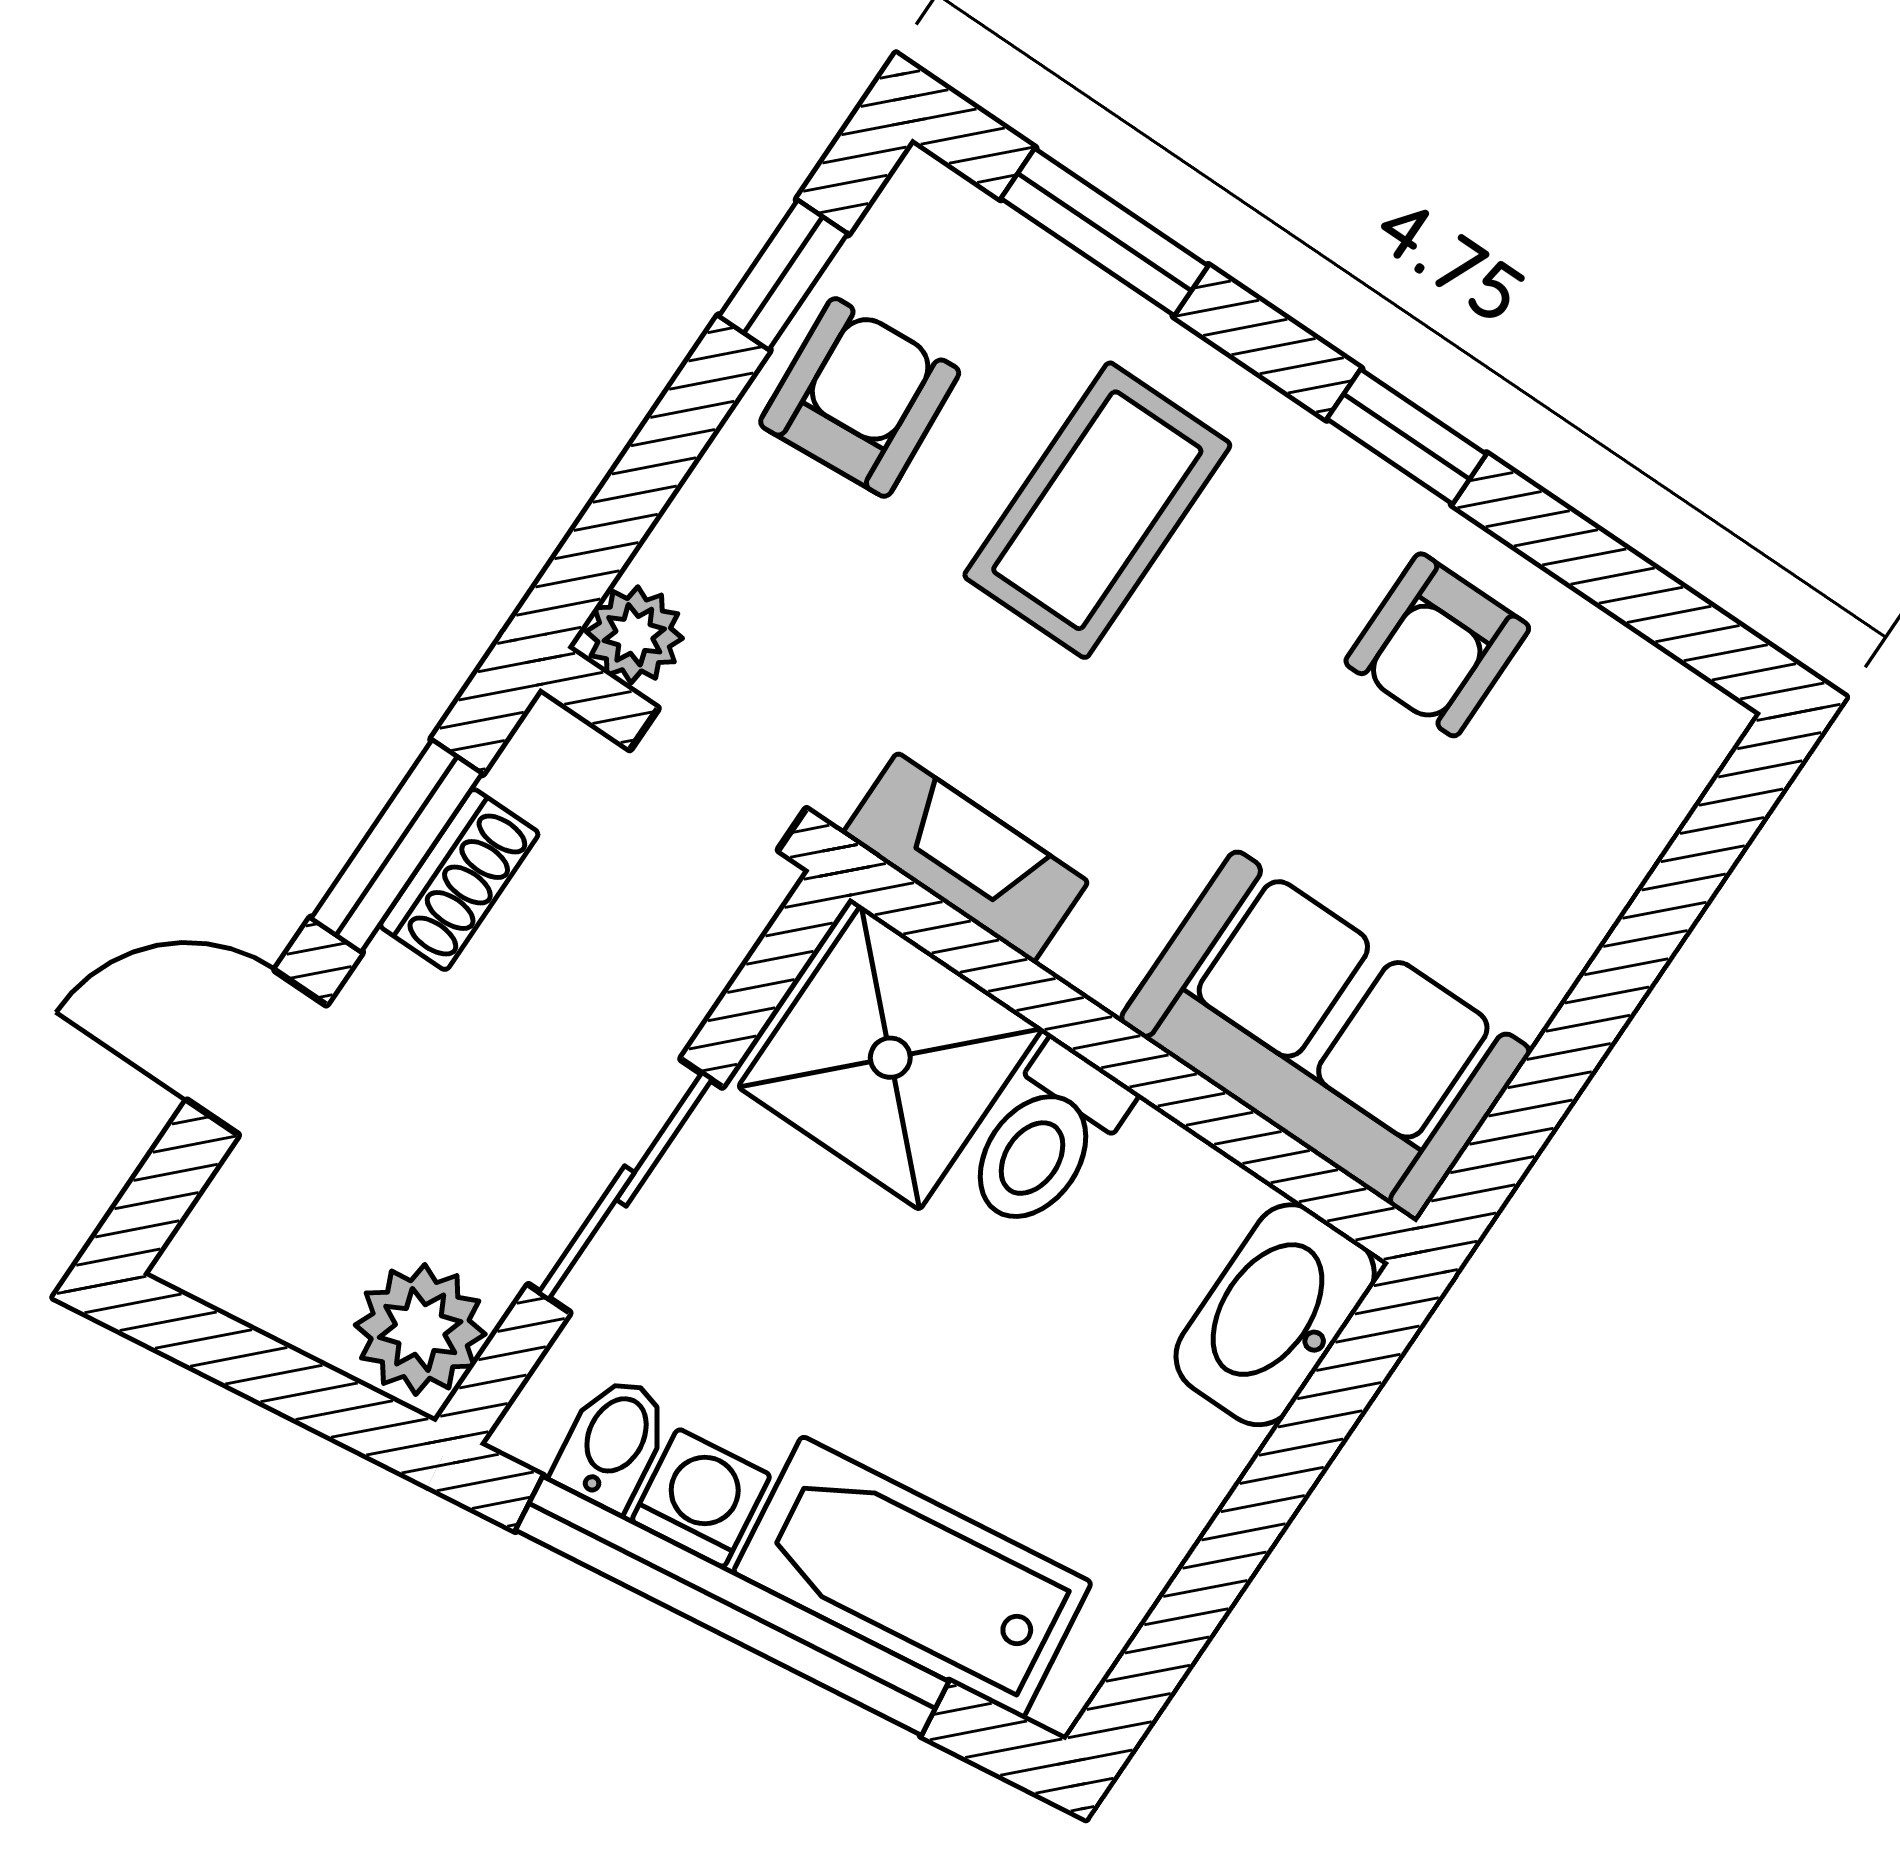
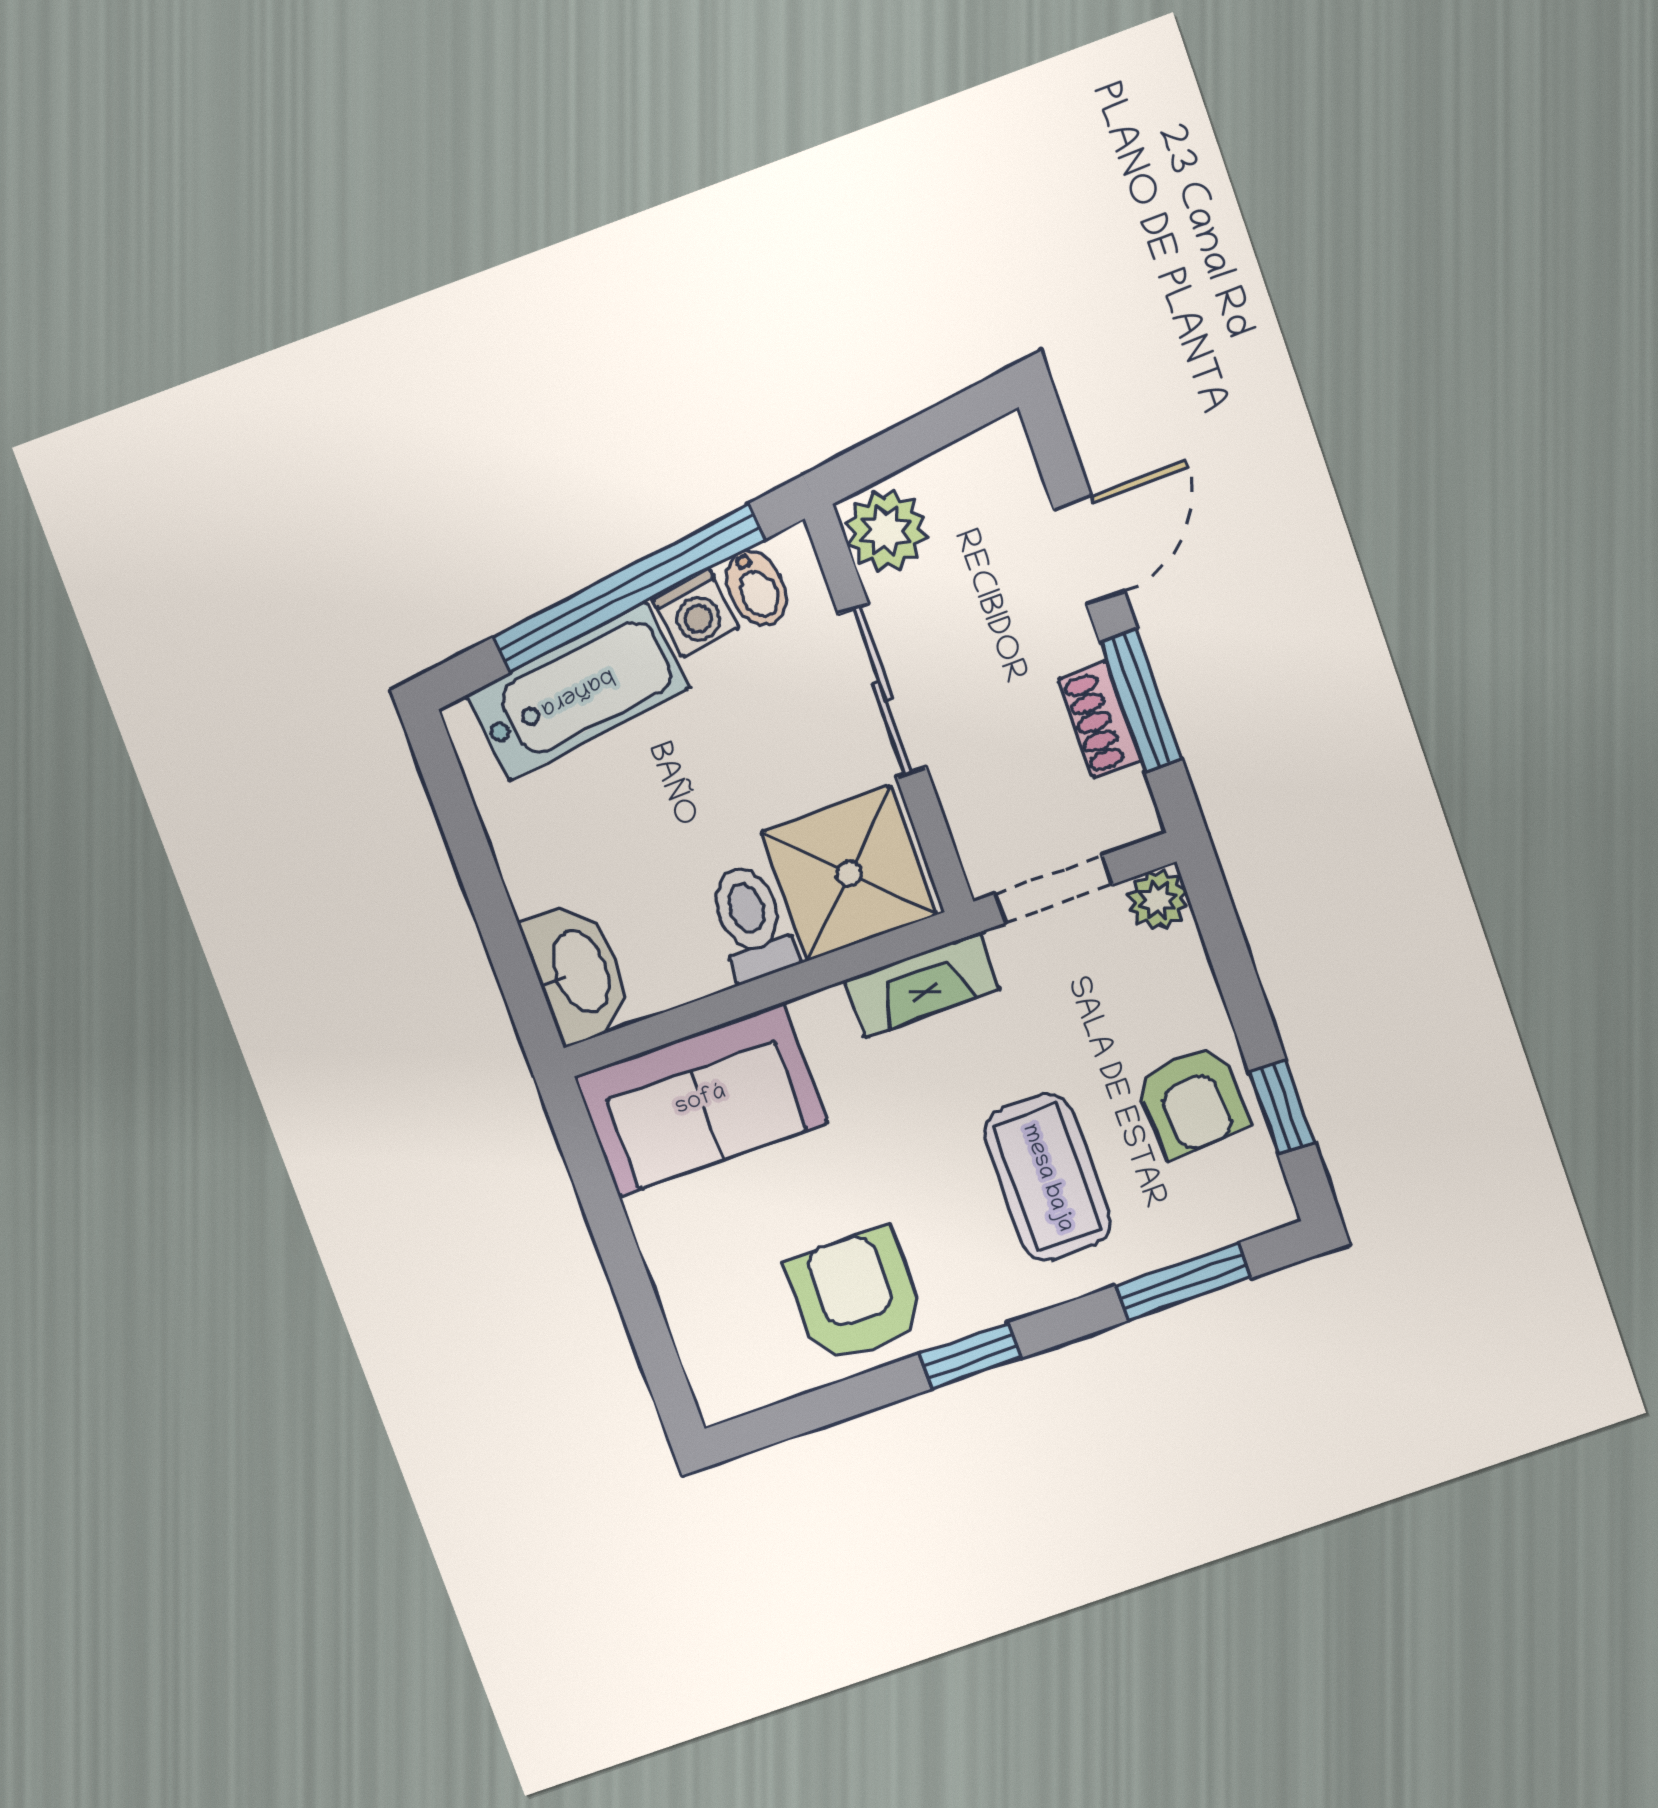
armchair: (1437, 645) -> (855, 1296), width x1.38, depth x1.38

